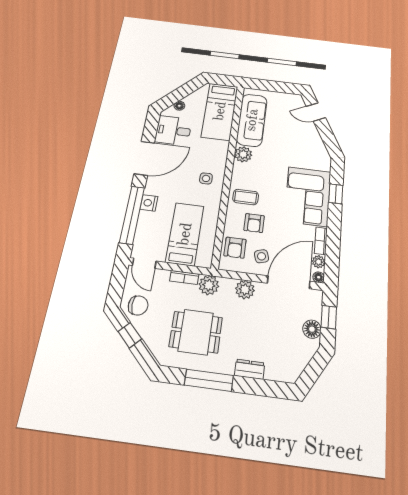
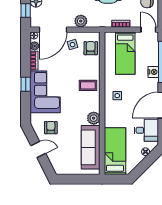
door: (316, 112) -> (38, 150), moved
window: (336, 194) -> (26, 84), moved
armchair: (254, 223) -> (51, 128), moved
plant: (209, 285) -> (104, 21), removed

